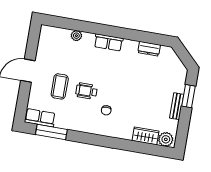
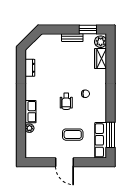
row of seats: (108, 42) -> (31, 112), moved
wheelchair: (86, 91) -> (66, 101), moved
window: (189, 96) -> (88, 29), moved
row of seats: (40, 118) -> (101, 140), width x1.48

